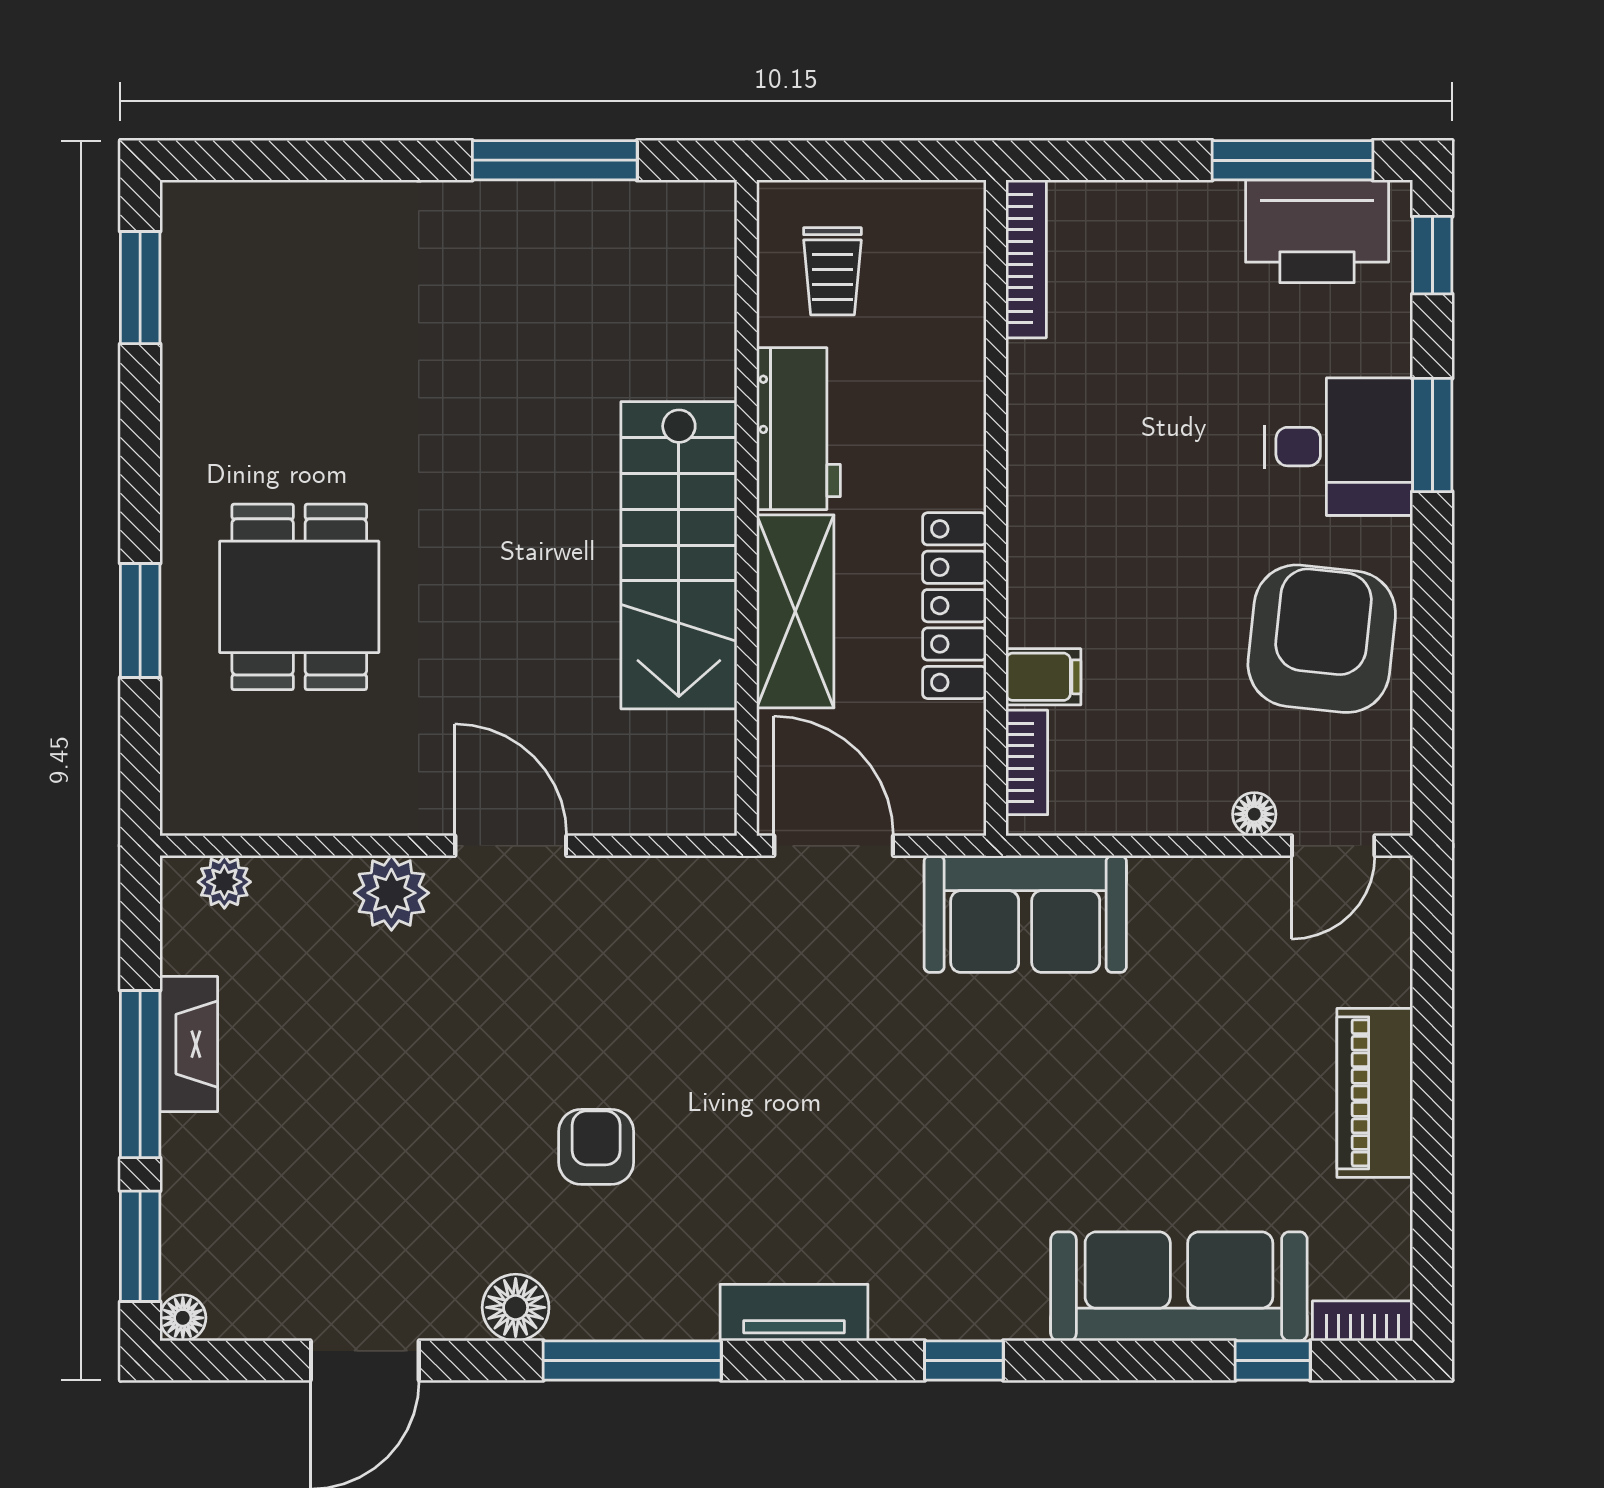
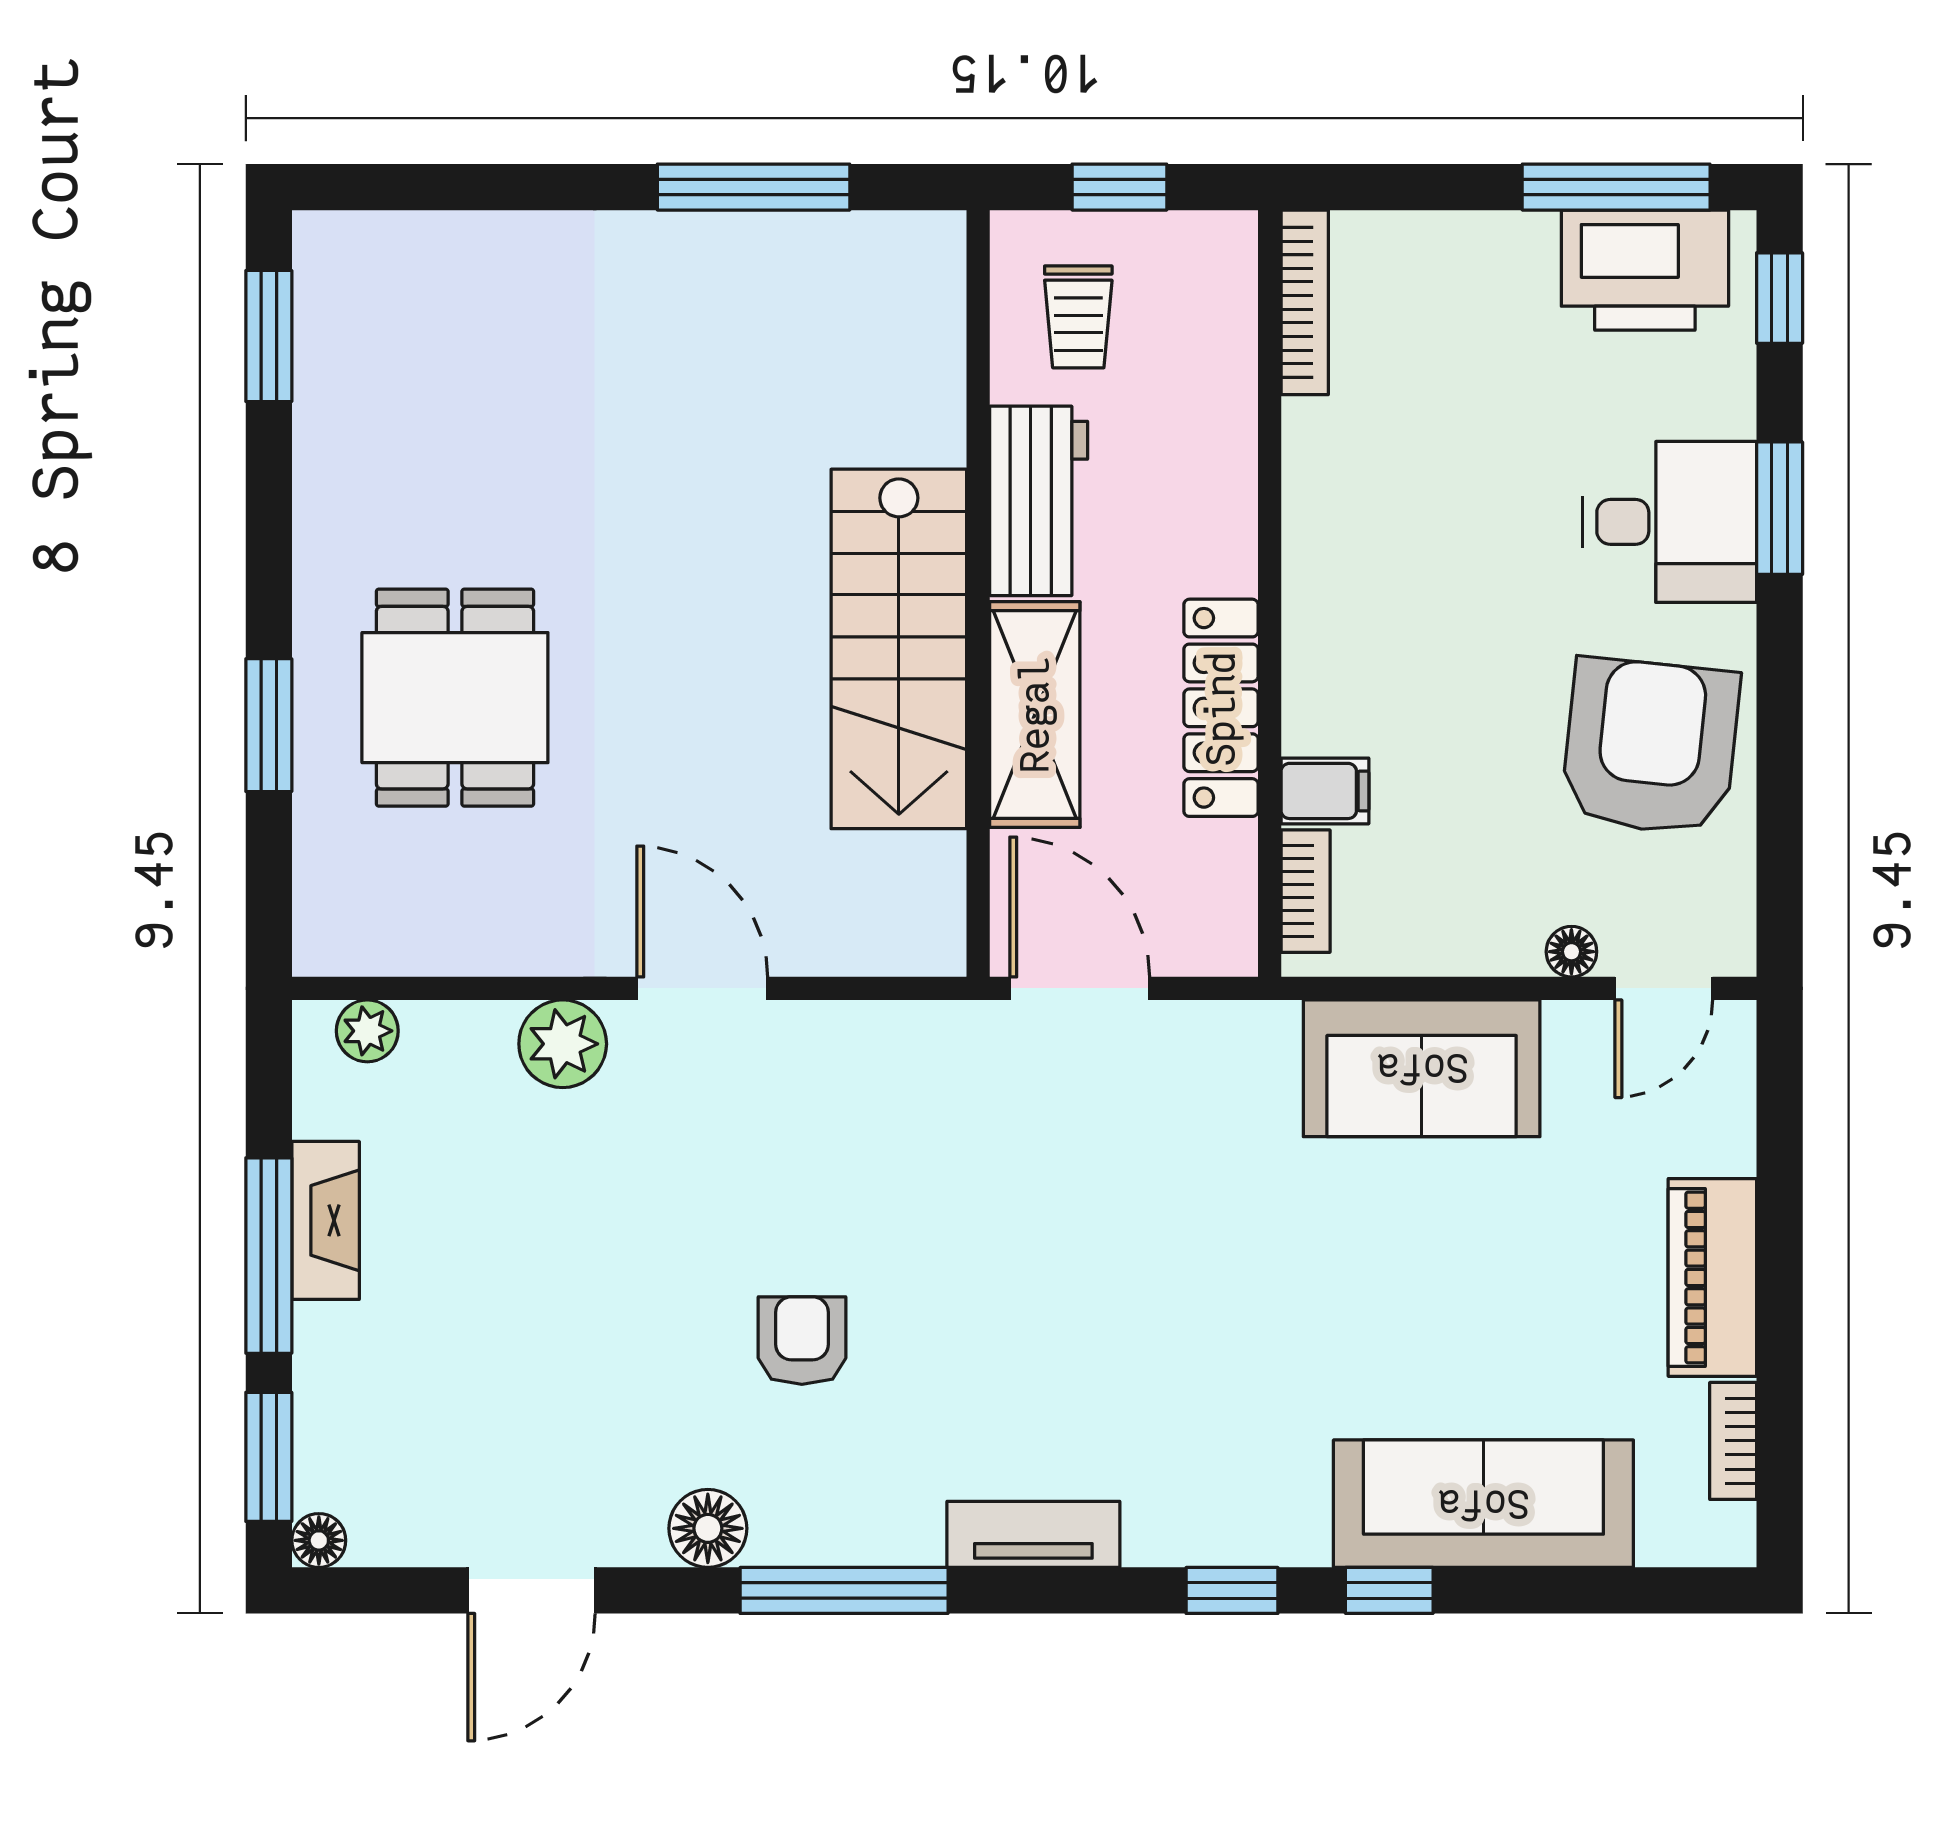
window: (868, 160) -> (1119, 187), added
sofa: (1025, 914) -> (1422, 1068), moved
bookcase: (1362, 1321) -> (1733, 1441), moved, turned -90
window: (1273, 1361) -> (1389, 1590), moved

